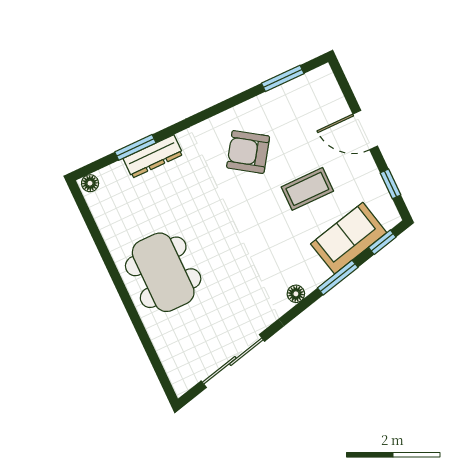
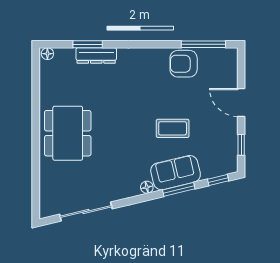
window: (283, 78) -> (203, 44), width x1.44
armchair: (248, 152) -> (184, 64), moved, turned -34
coffee table: (307, 189) -> (173, 128), moved
sofa: (349, 238) -> (176, 173), moved

